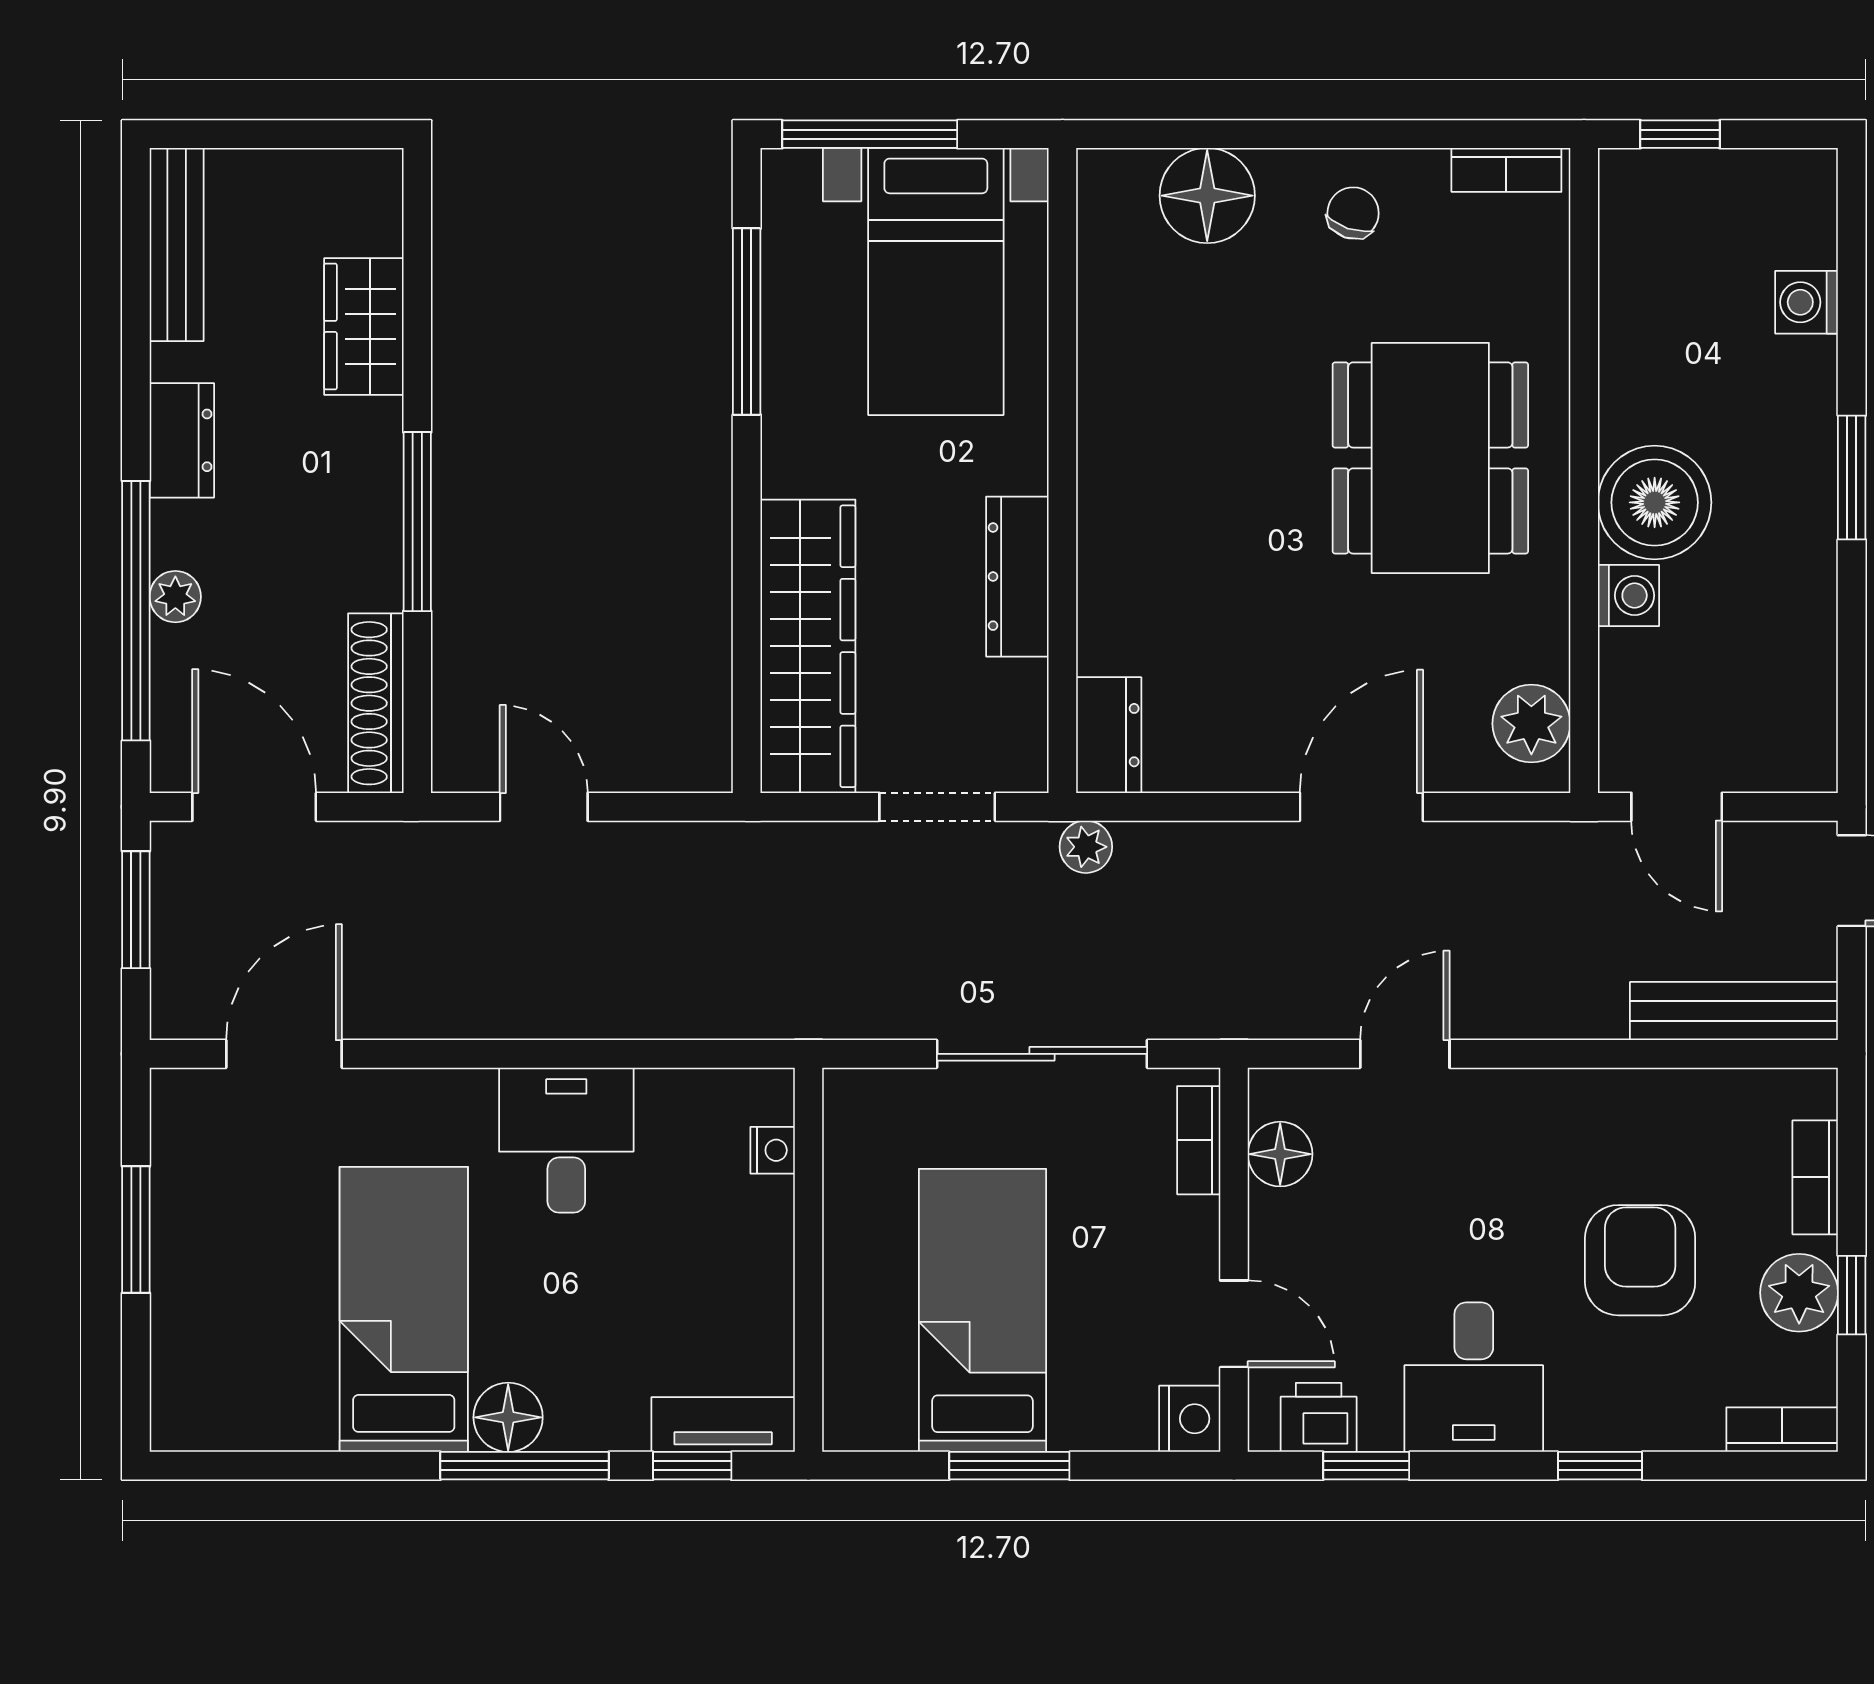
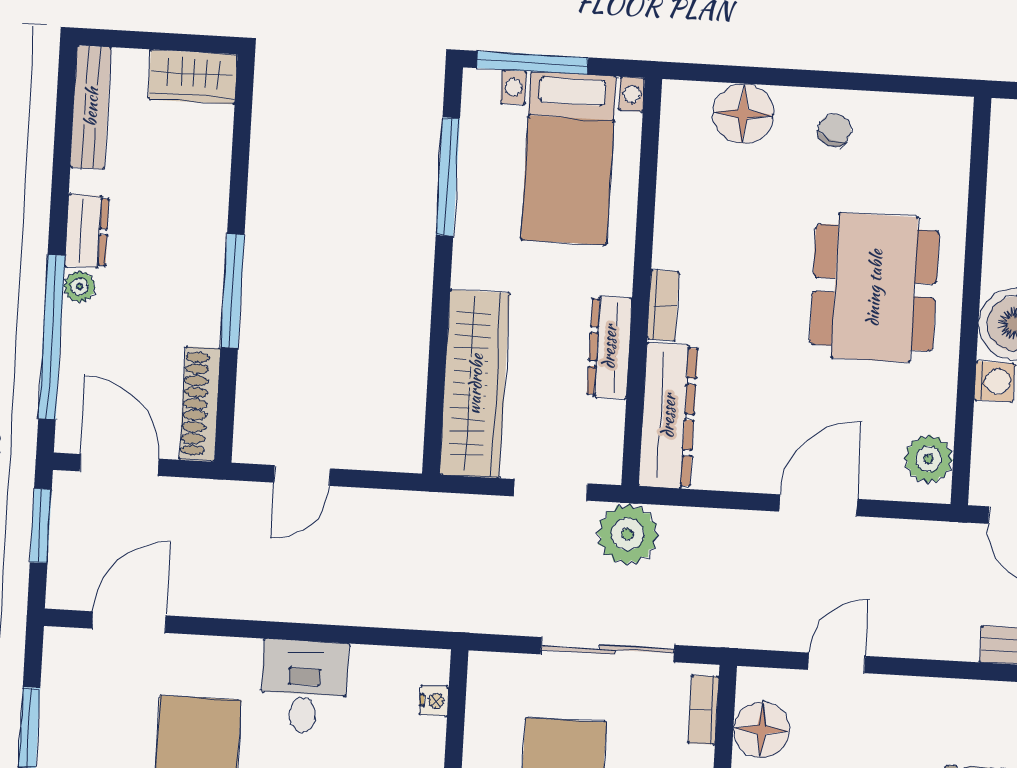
bookcase: (1506, 170) -> (663, 305), moved, turned -90
wardrobe: (364, 326) -> (193, 77), moved, turned -90
plant: (175, 597) -> (80, 287), moved
dresser: (1109, 735) -> (668, 416), width x1.96, depth x1.24
door: (544, 807) -> (302, 476), swing flipped
plant: (1086, 847) -> (627, 534), width x1.88, depth x1.88
floor lamp: (1280, 1154) -> (761, 730), width x1.38, depth x1.38

